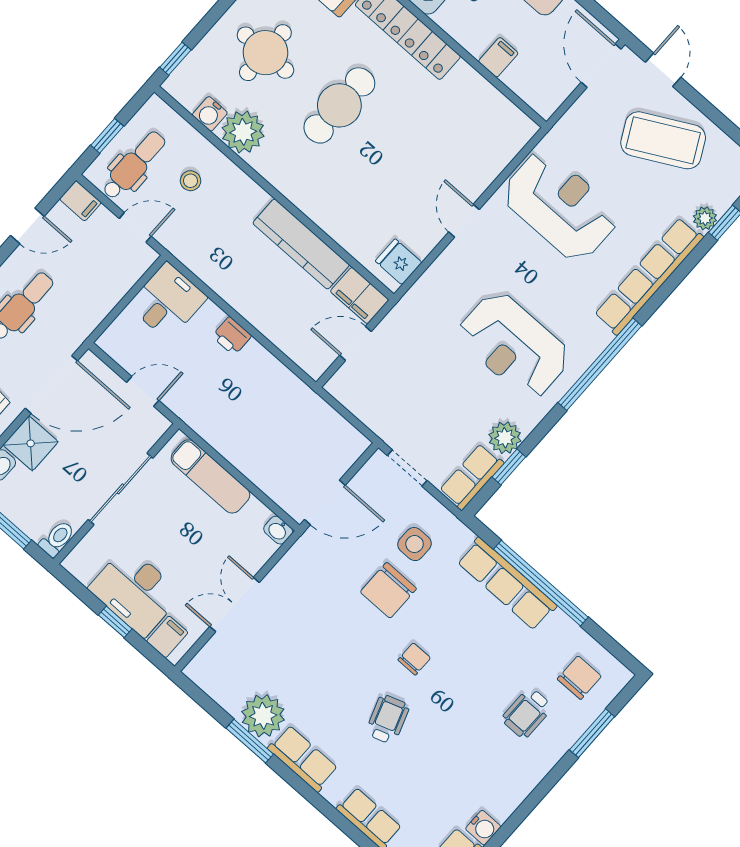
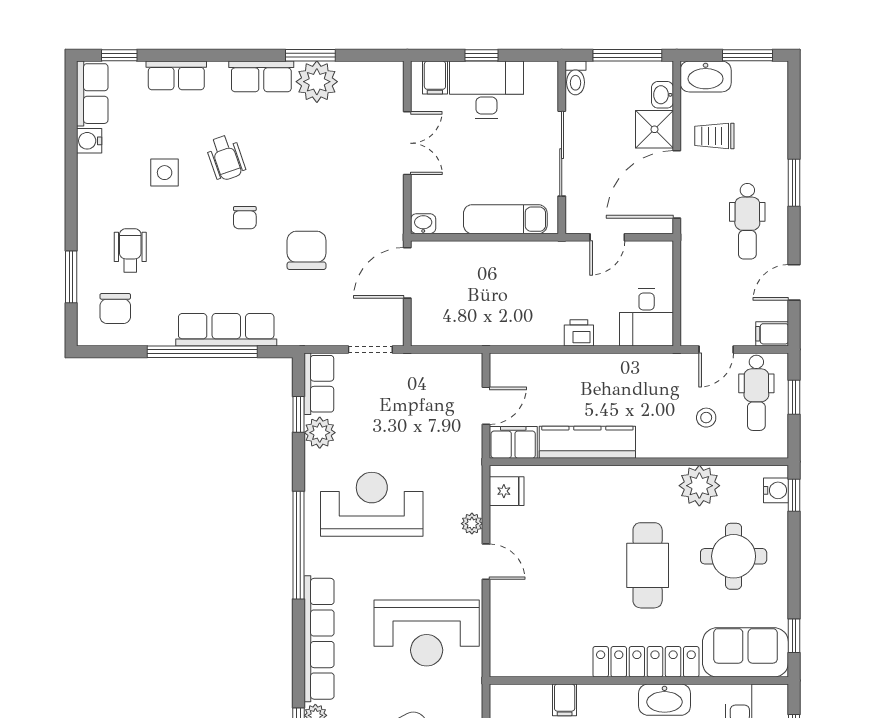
water cooler: (210, 114) -> (776, 490), moved, turned 90
plant: (449, 260) -> (472, 524), added
side table: (415, 544) -> (165, 173), moved

